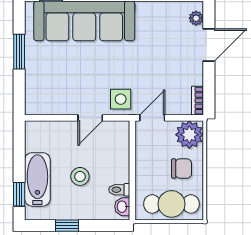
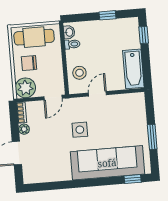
plant: (196, 18) -> (24, 129), moved
side table: (121, 99) -> (80, 130), moved
stool: (80, 176) -> (79, 73), moved
bathtub: (37, 179) -> (133, 69), moved

